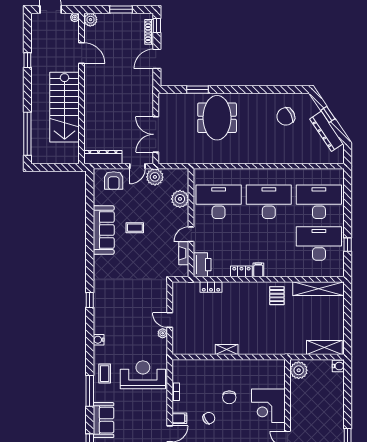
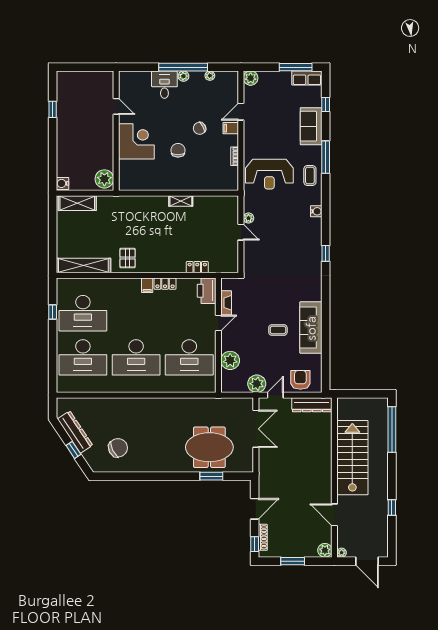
meeting table: (217, 118) -> (209, 447), moved, turned 90

